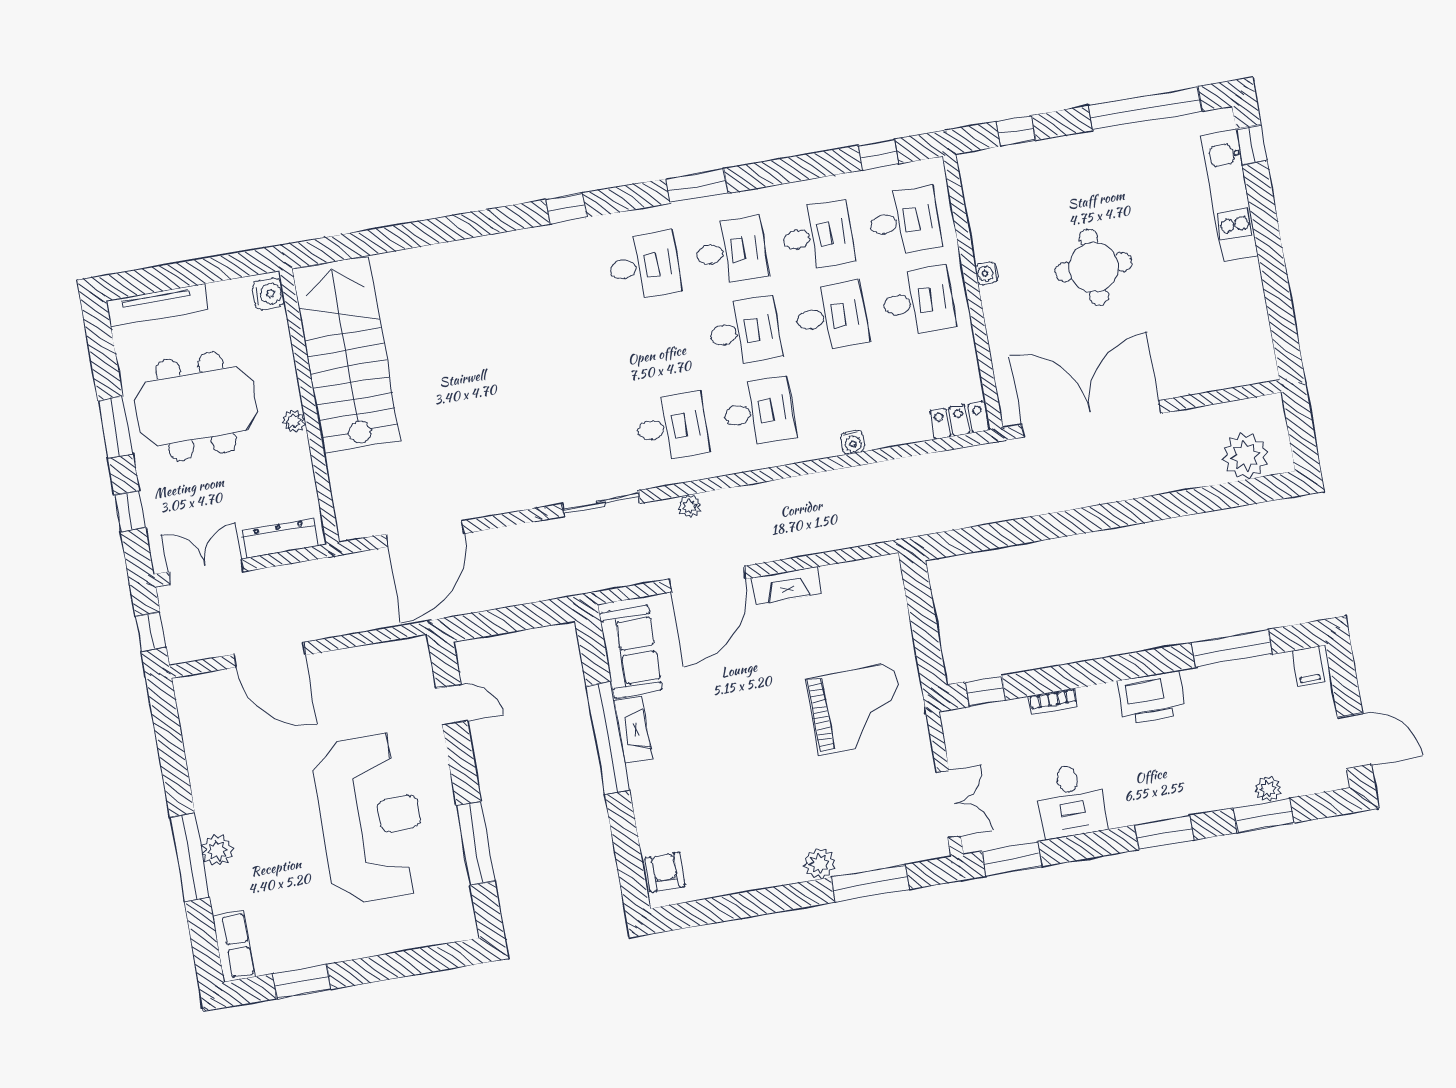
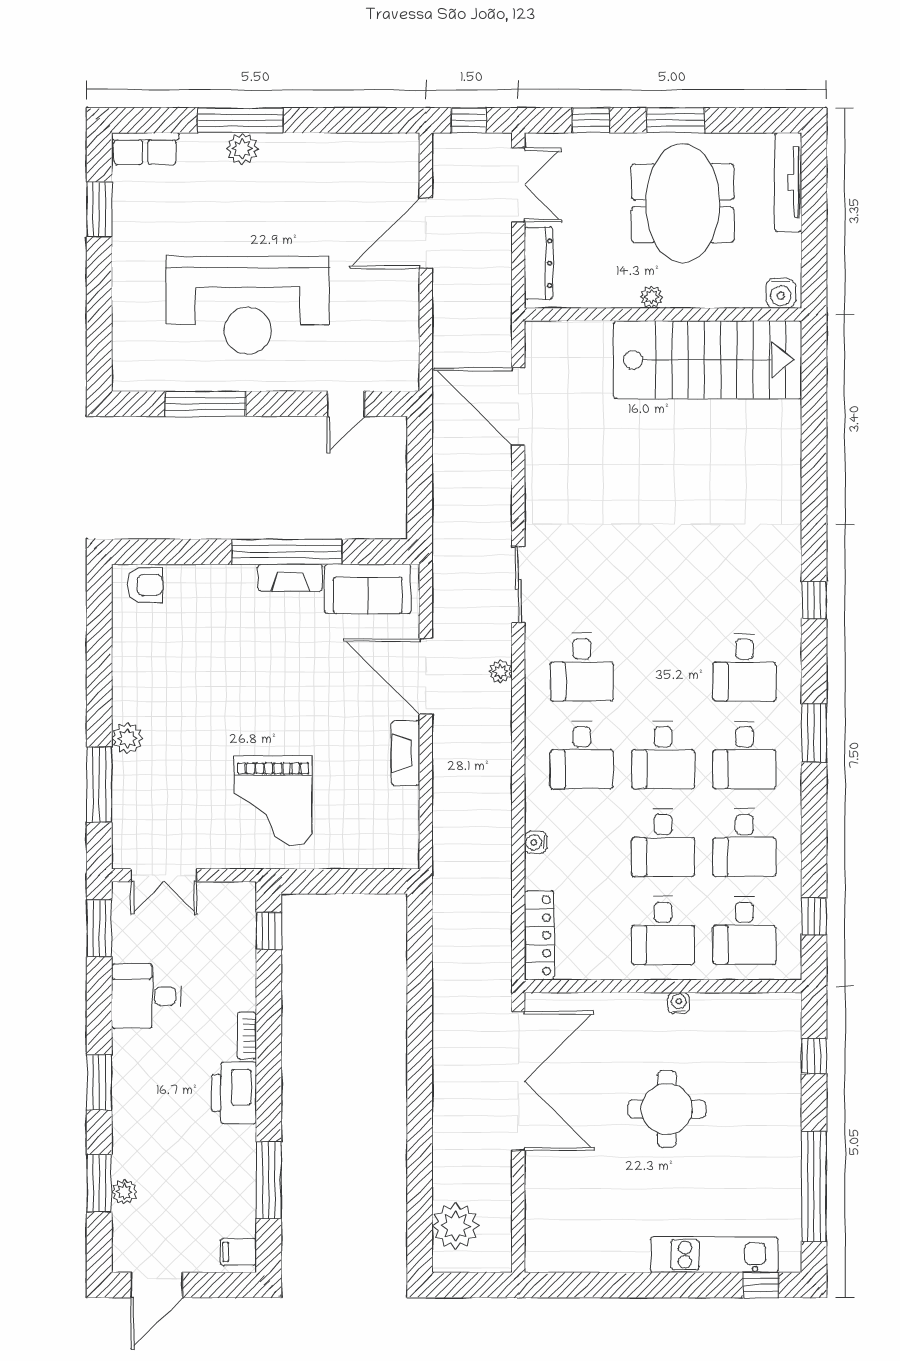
locker: (959, 420) -> (539, 935), width x1.53
bookcase: (1053, 701) -> (247, 1036), moved

